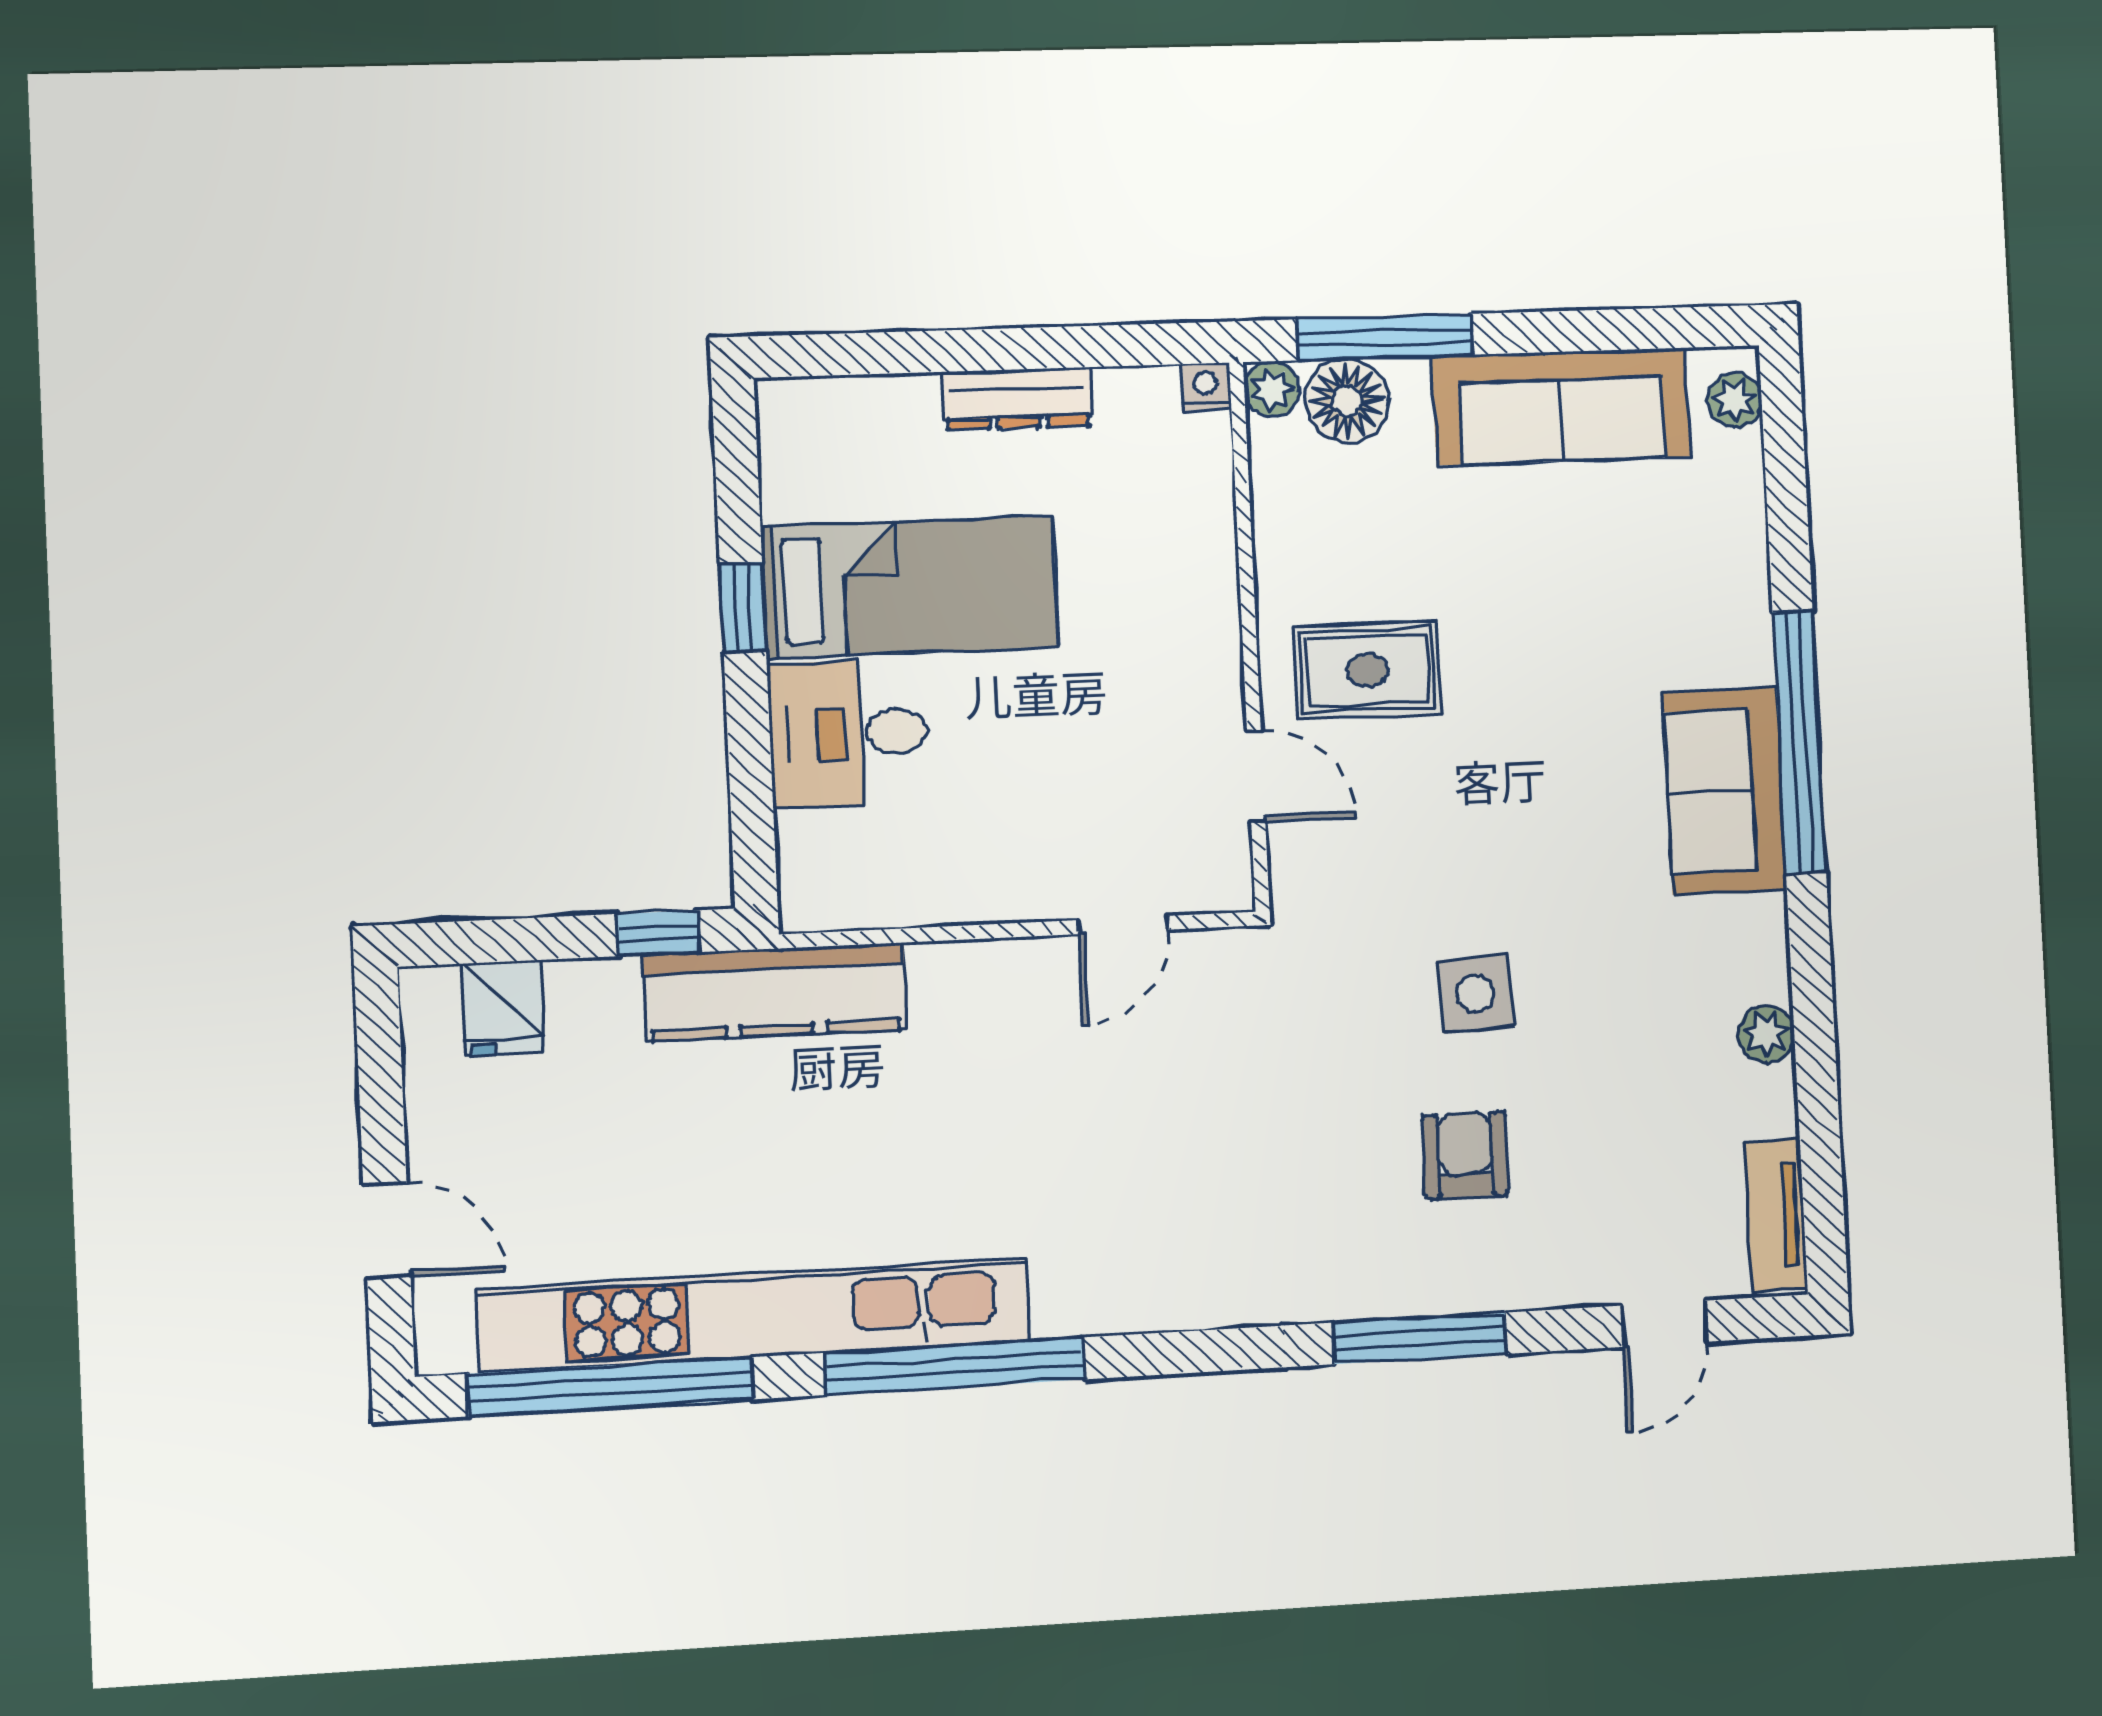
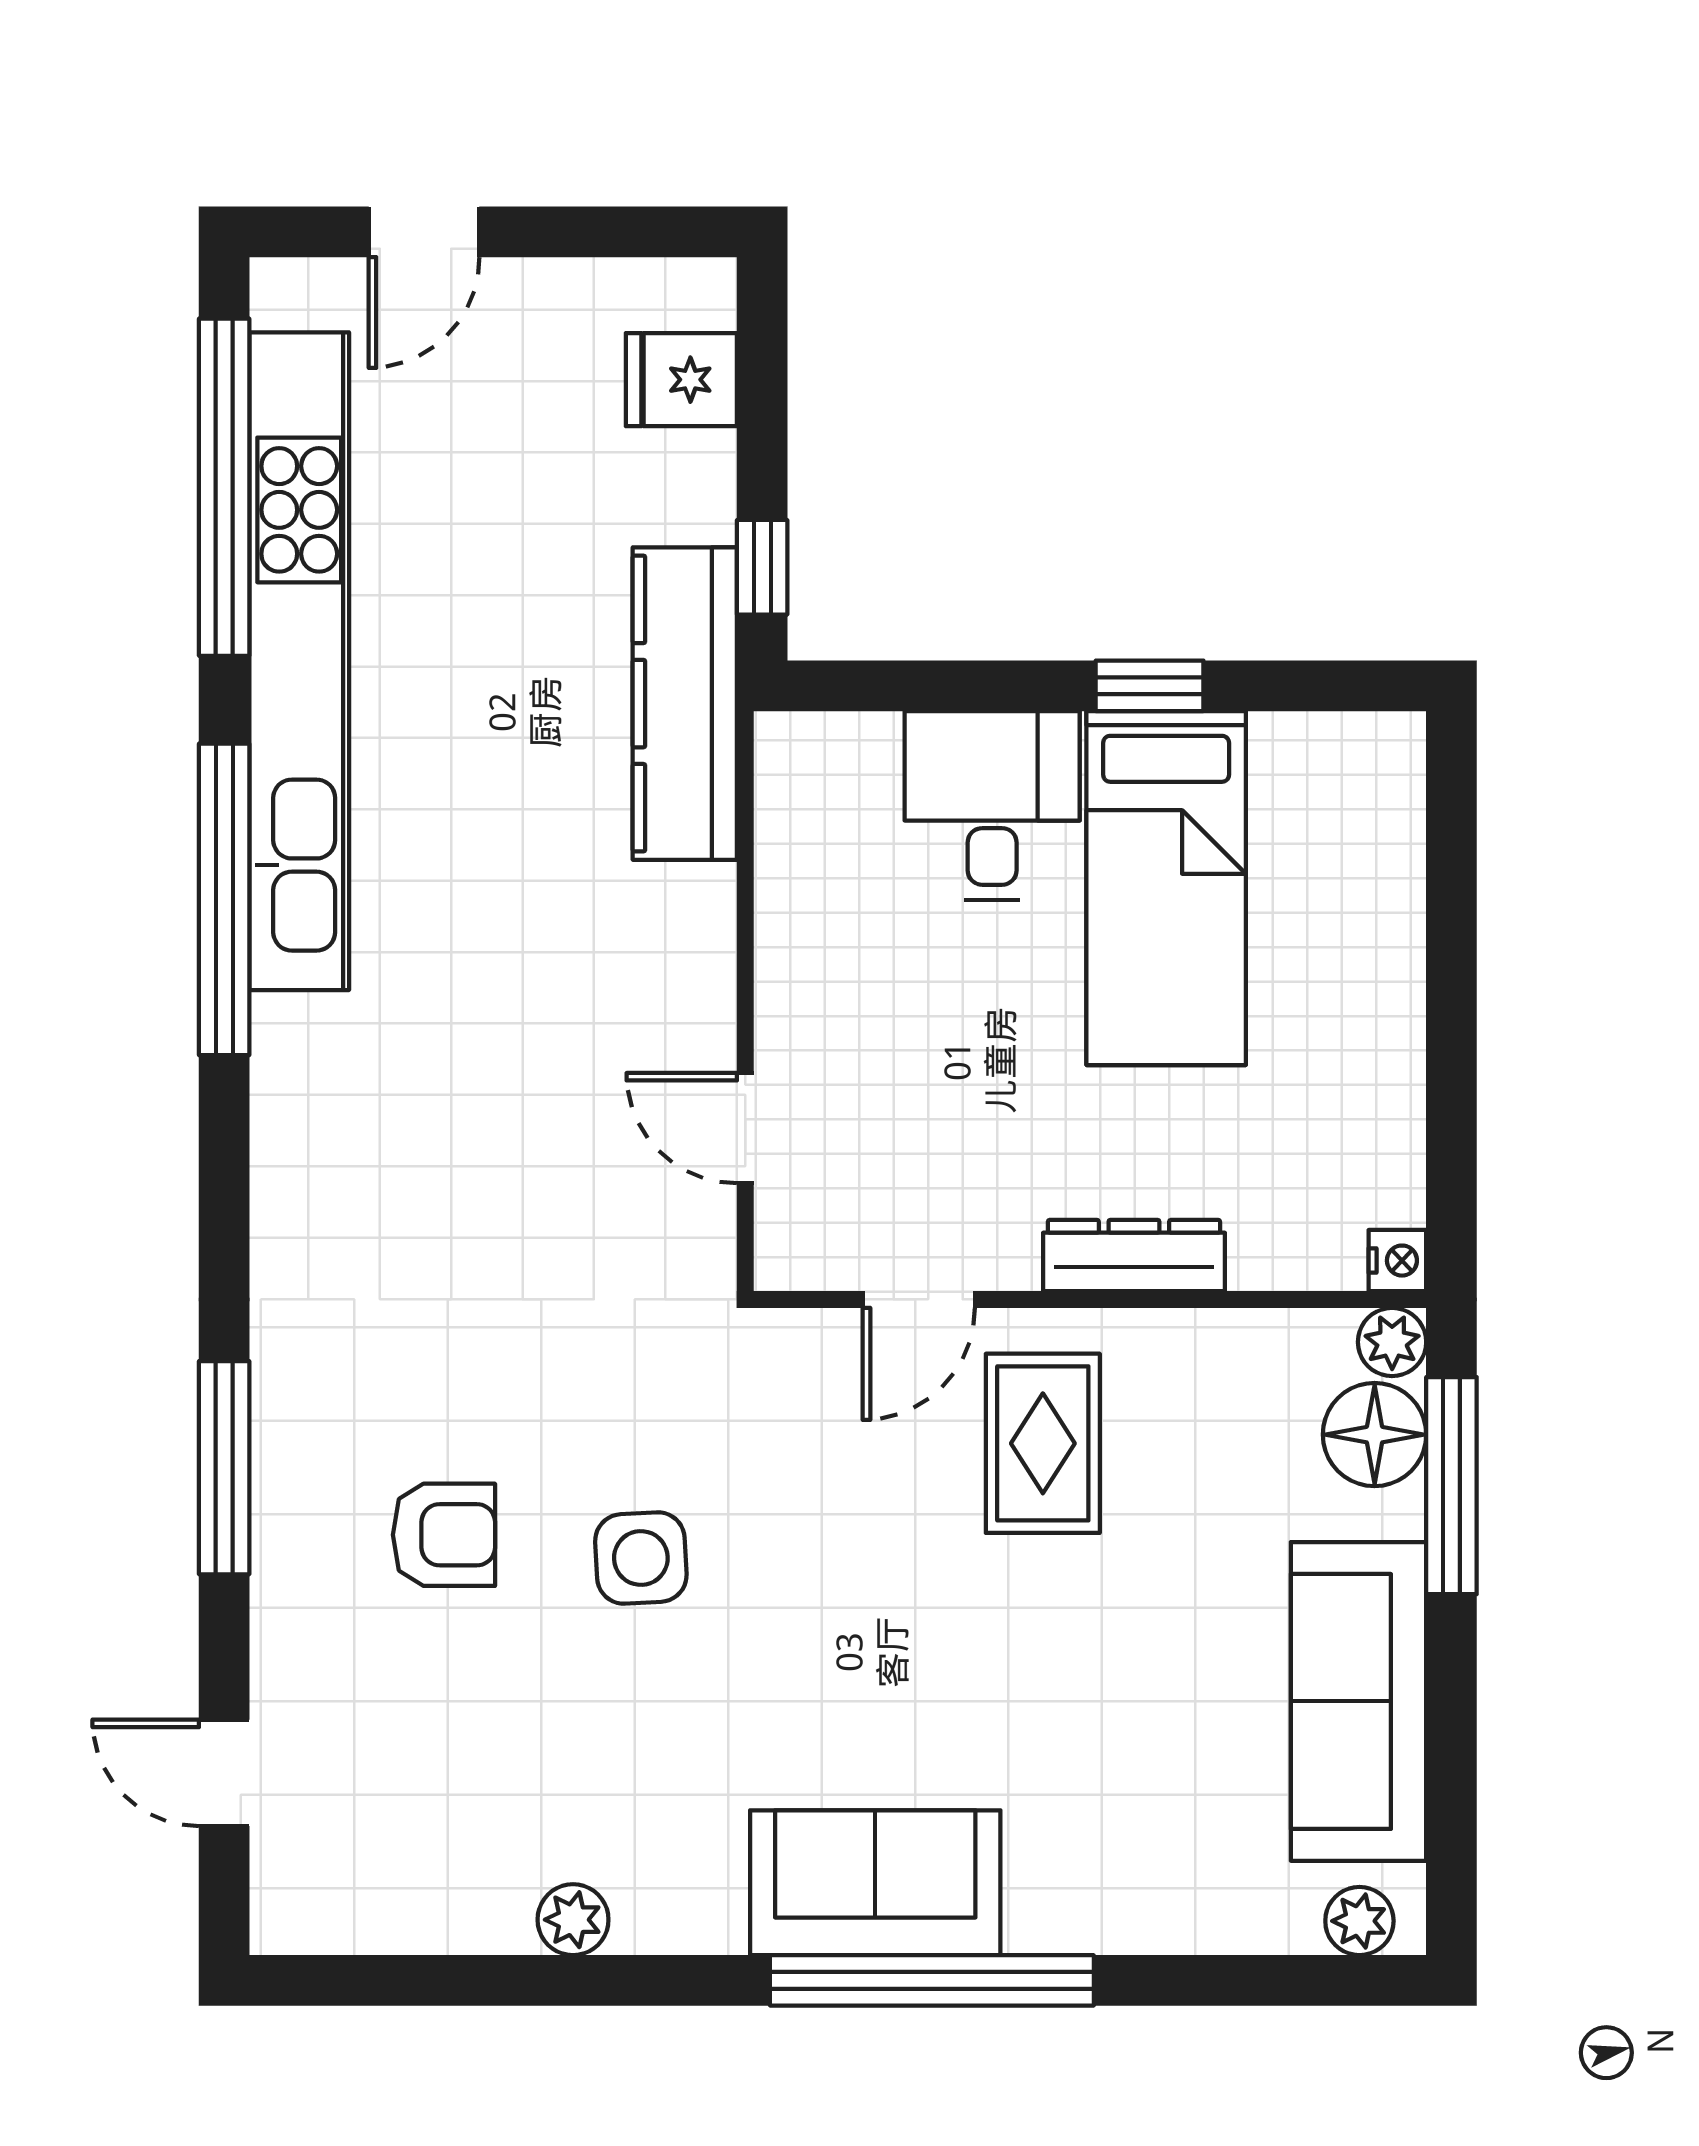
dresser: (1018, 399) -> (1134, 1255), moved, turned 90
tv unit: (1776, 1215) -> (349, 1920), removed

